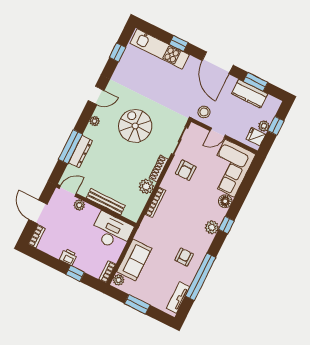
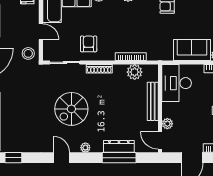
armchair: (186, 170) -> (89, 44), turned -90
plant: (146, 186) -> (135, 72), moved

